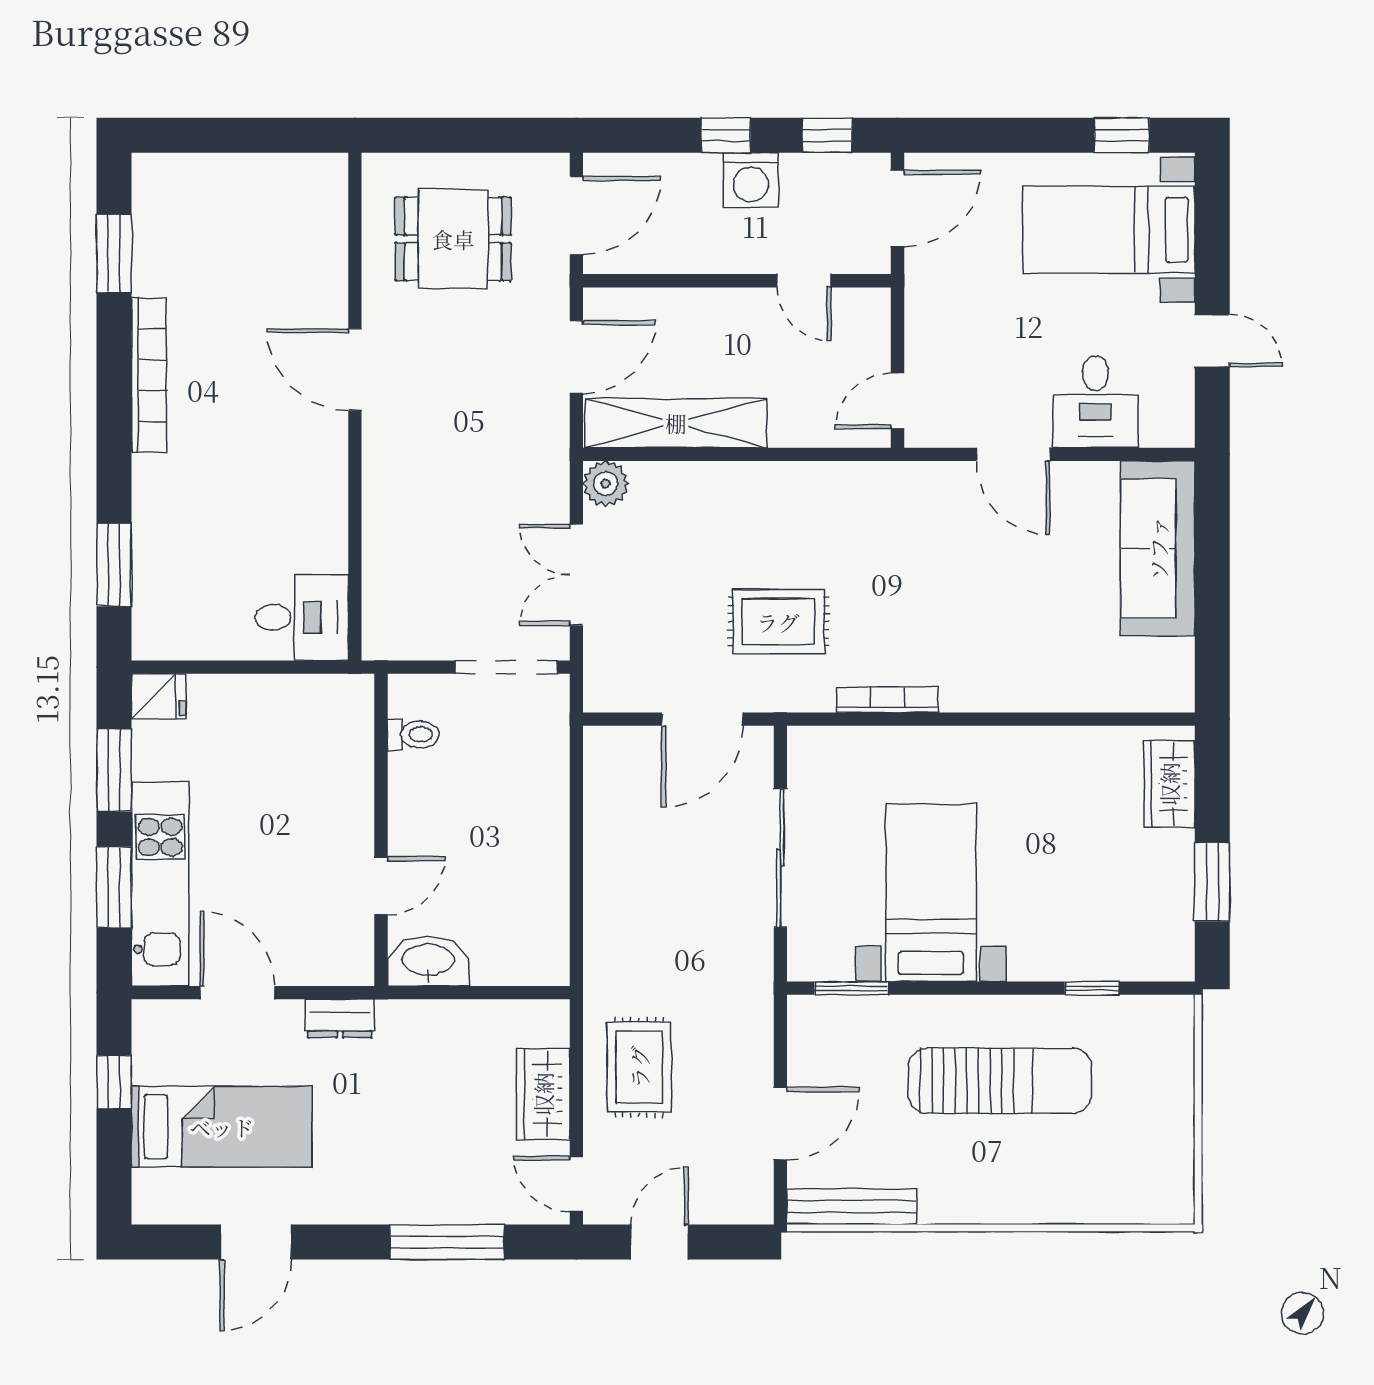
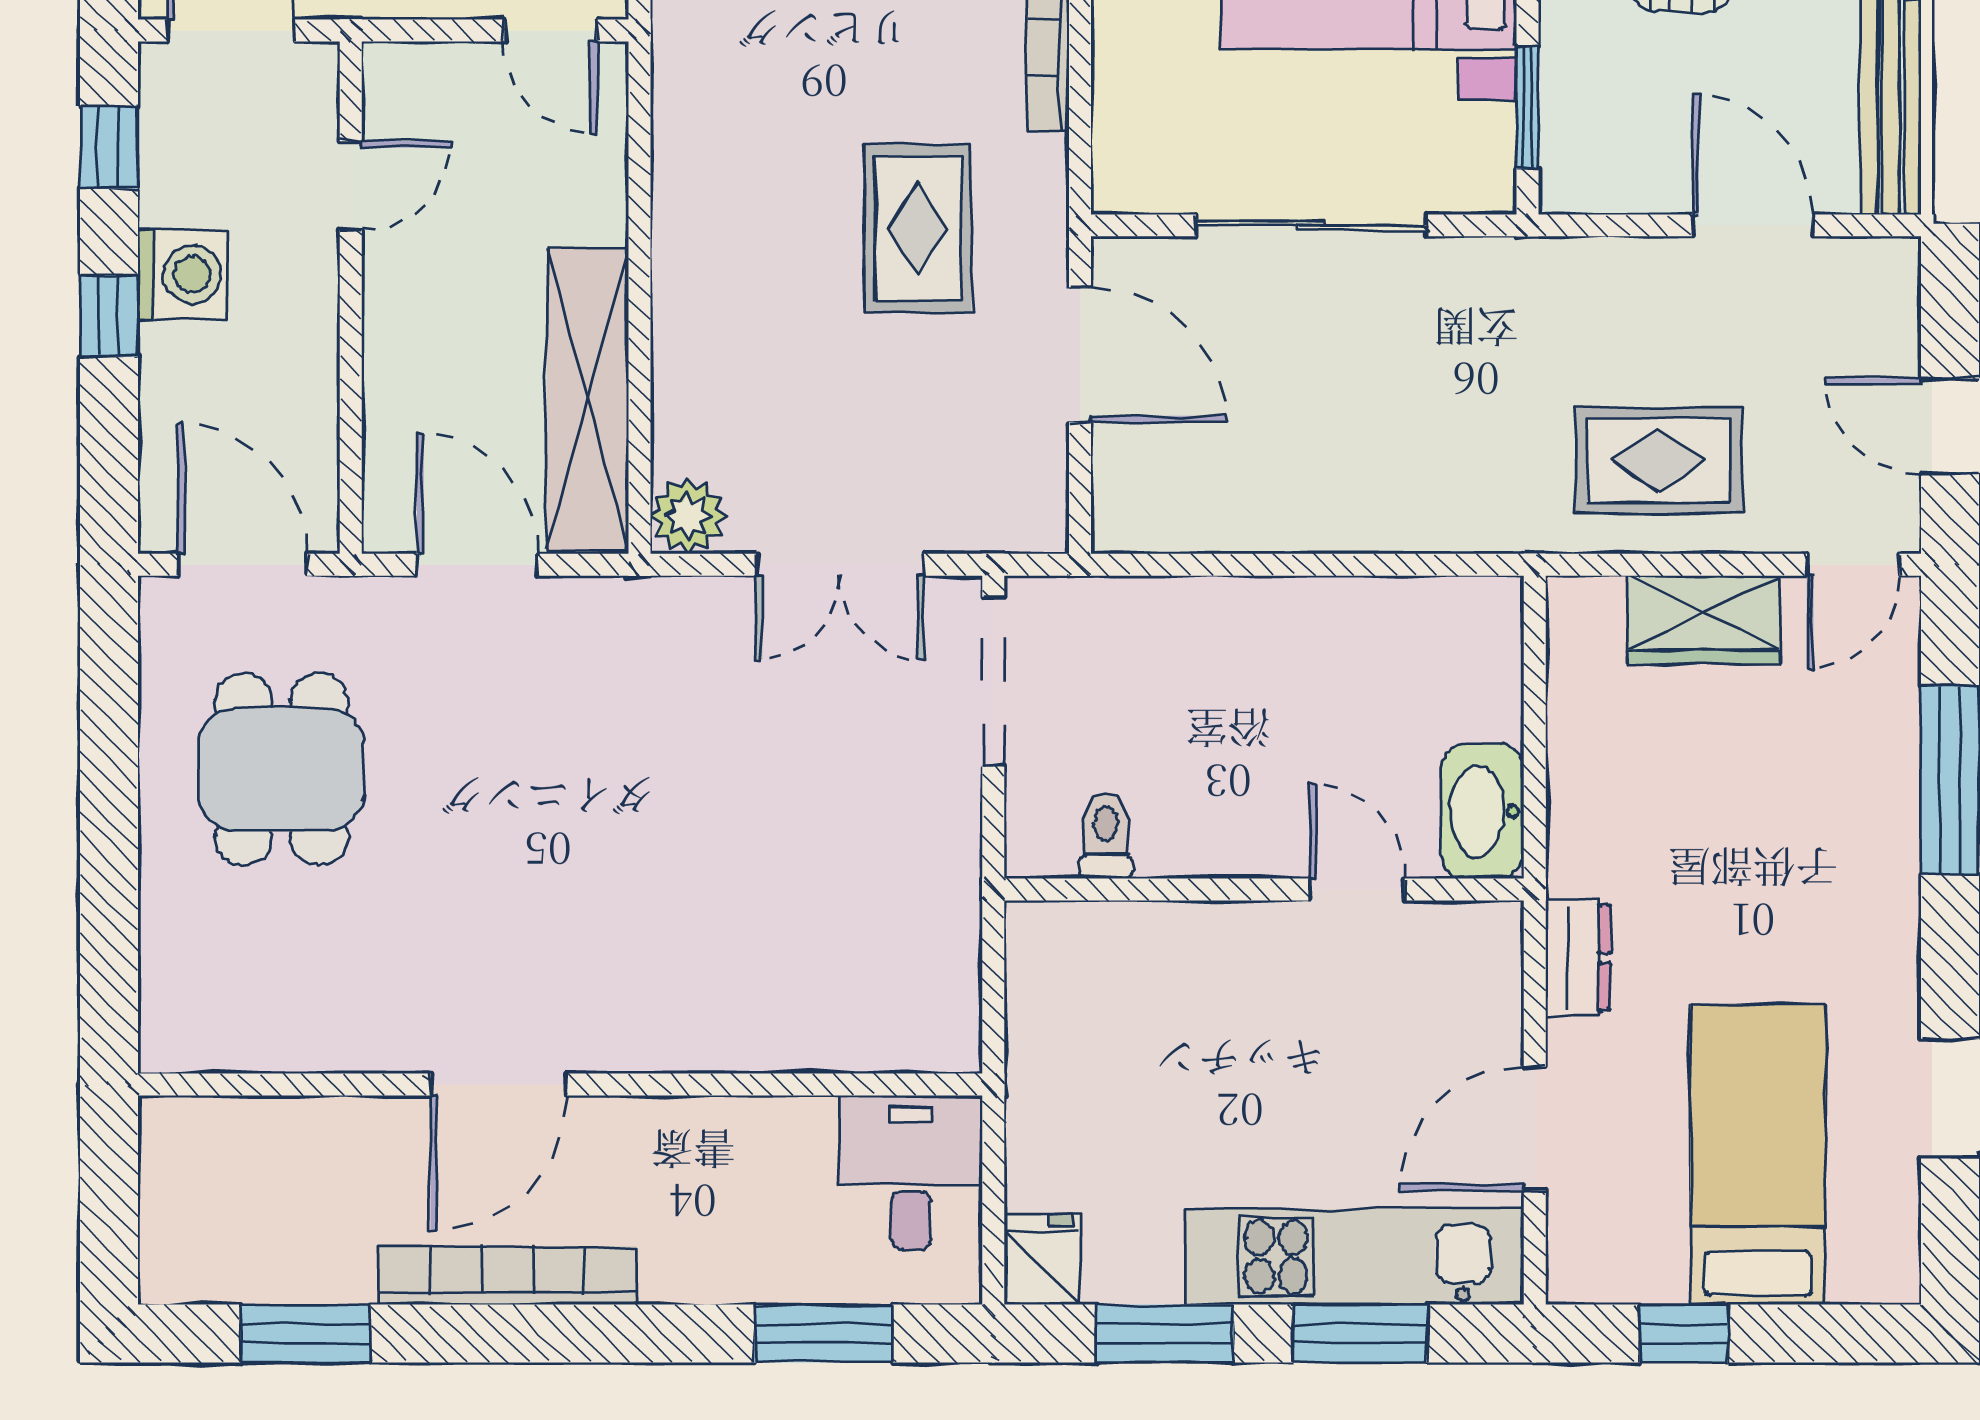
door: (355, 370) -> (498, 1084), moved
wall: (355, 407) -> (560, 1084), moved
desk: (302, 617) -> (911, 1173), moved

